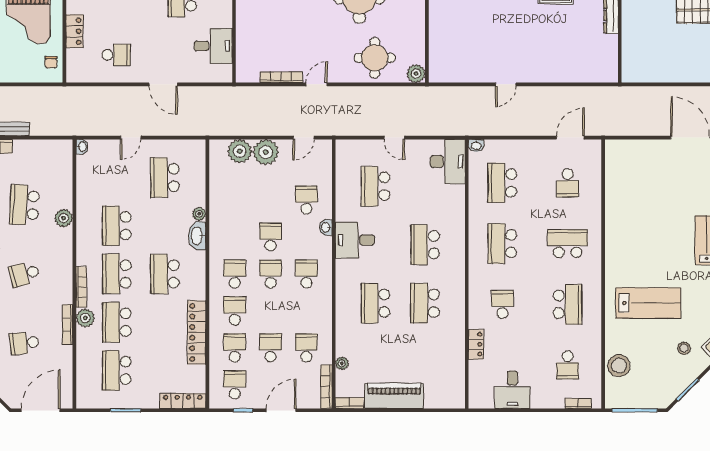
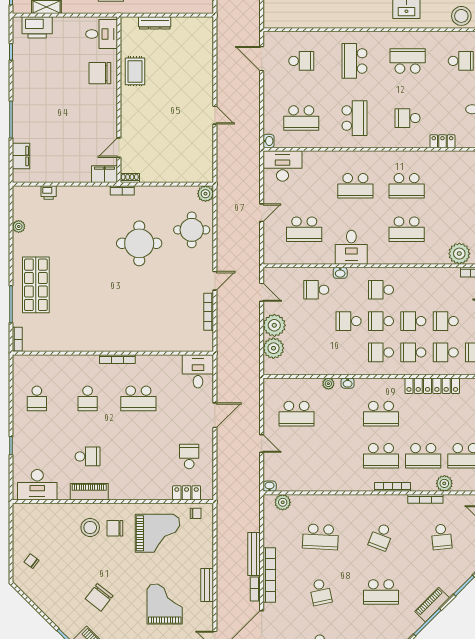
locker: (74, 31) -> (187, 493), moved
desk: (213, 46) -> (198, 371), moved
door: (317, 84) -> (215, 281), swing flipped
plant: (64, 218) -> (283, 502), moved
school desk: (117, 226) -> (339, 456), removed
washbasin: (197, 236) -> (348, 383), width x0.52, depth x0.69
school desk: (502, 244) -> (354, 118), turned -90
school desk: (24, 274) -> (381, 537), turned 36
plant: (85, 318) -> (444, 483), moved
school desk: (306, 348) -> (413, 321), moved
plant: (342, 363) -> (459, 254), width x1.88, depth x1.88

